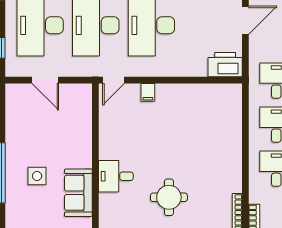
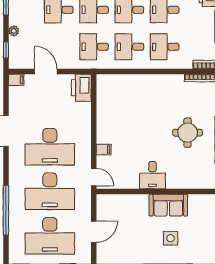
desk: (116, 176) -> (152, 175), moved
sofa: (78, 193) -> (168, 205), moved

